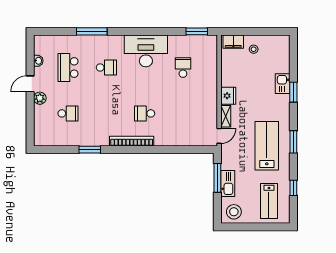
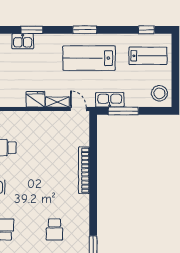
school desk: (145, 113) -> (54, 229), moved
bookcase: (132, 141) -> (84, 170), moved
kitchen sink: (228, 184) -> (110, 100), moved
window: (293, 188) -> (146, 30), moved

